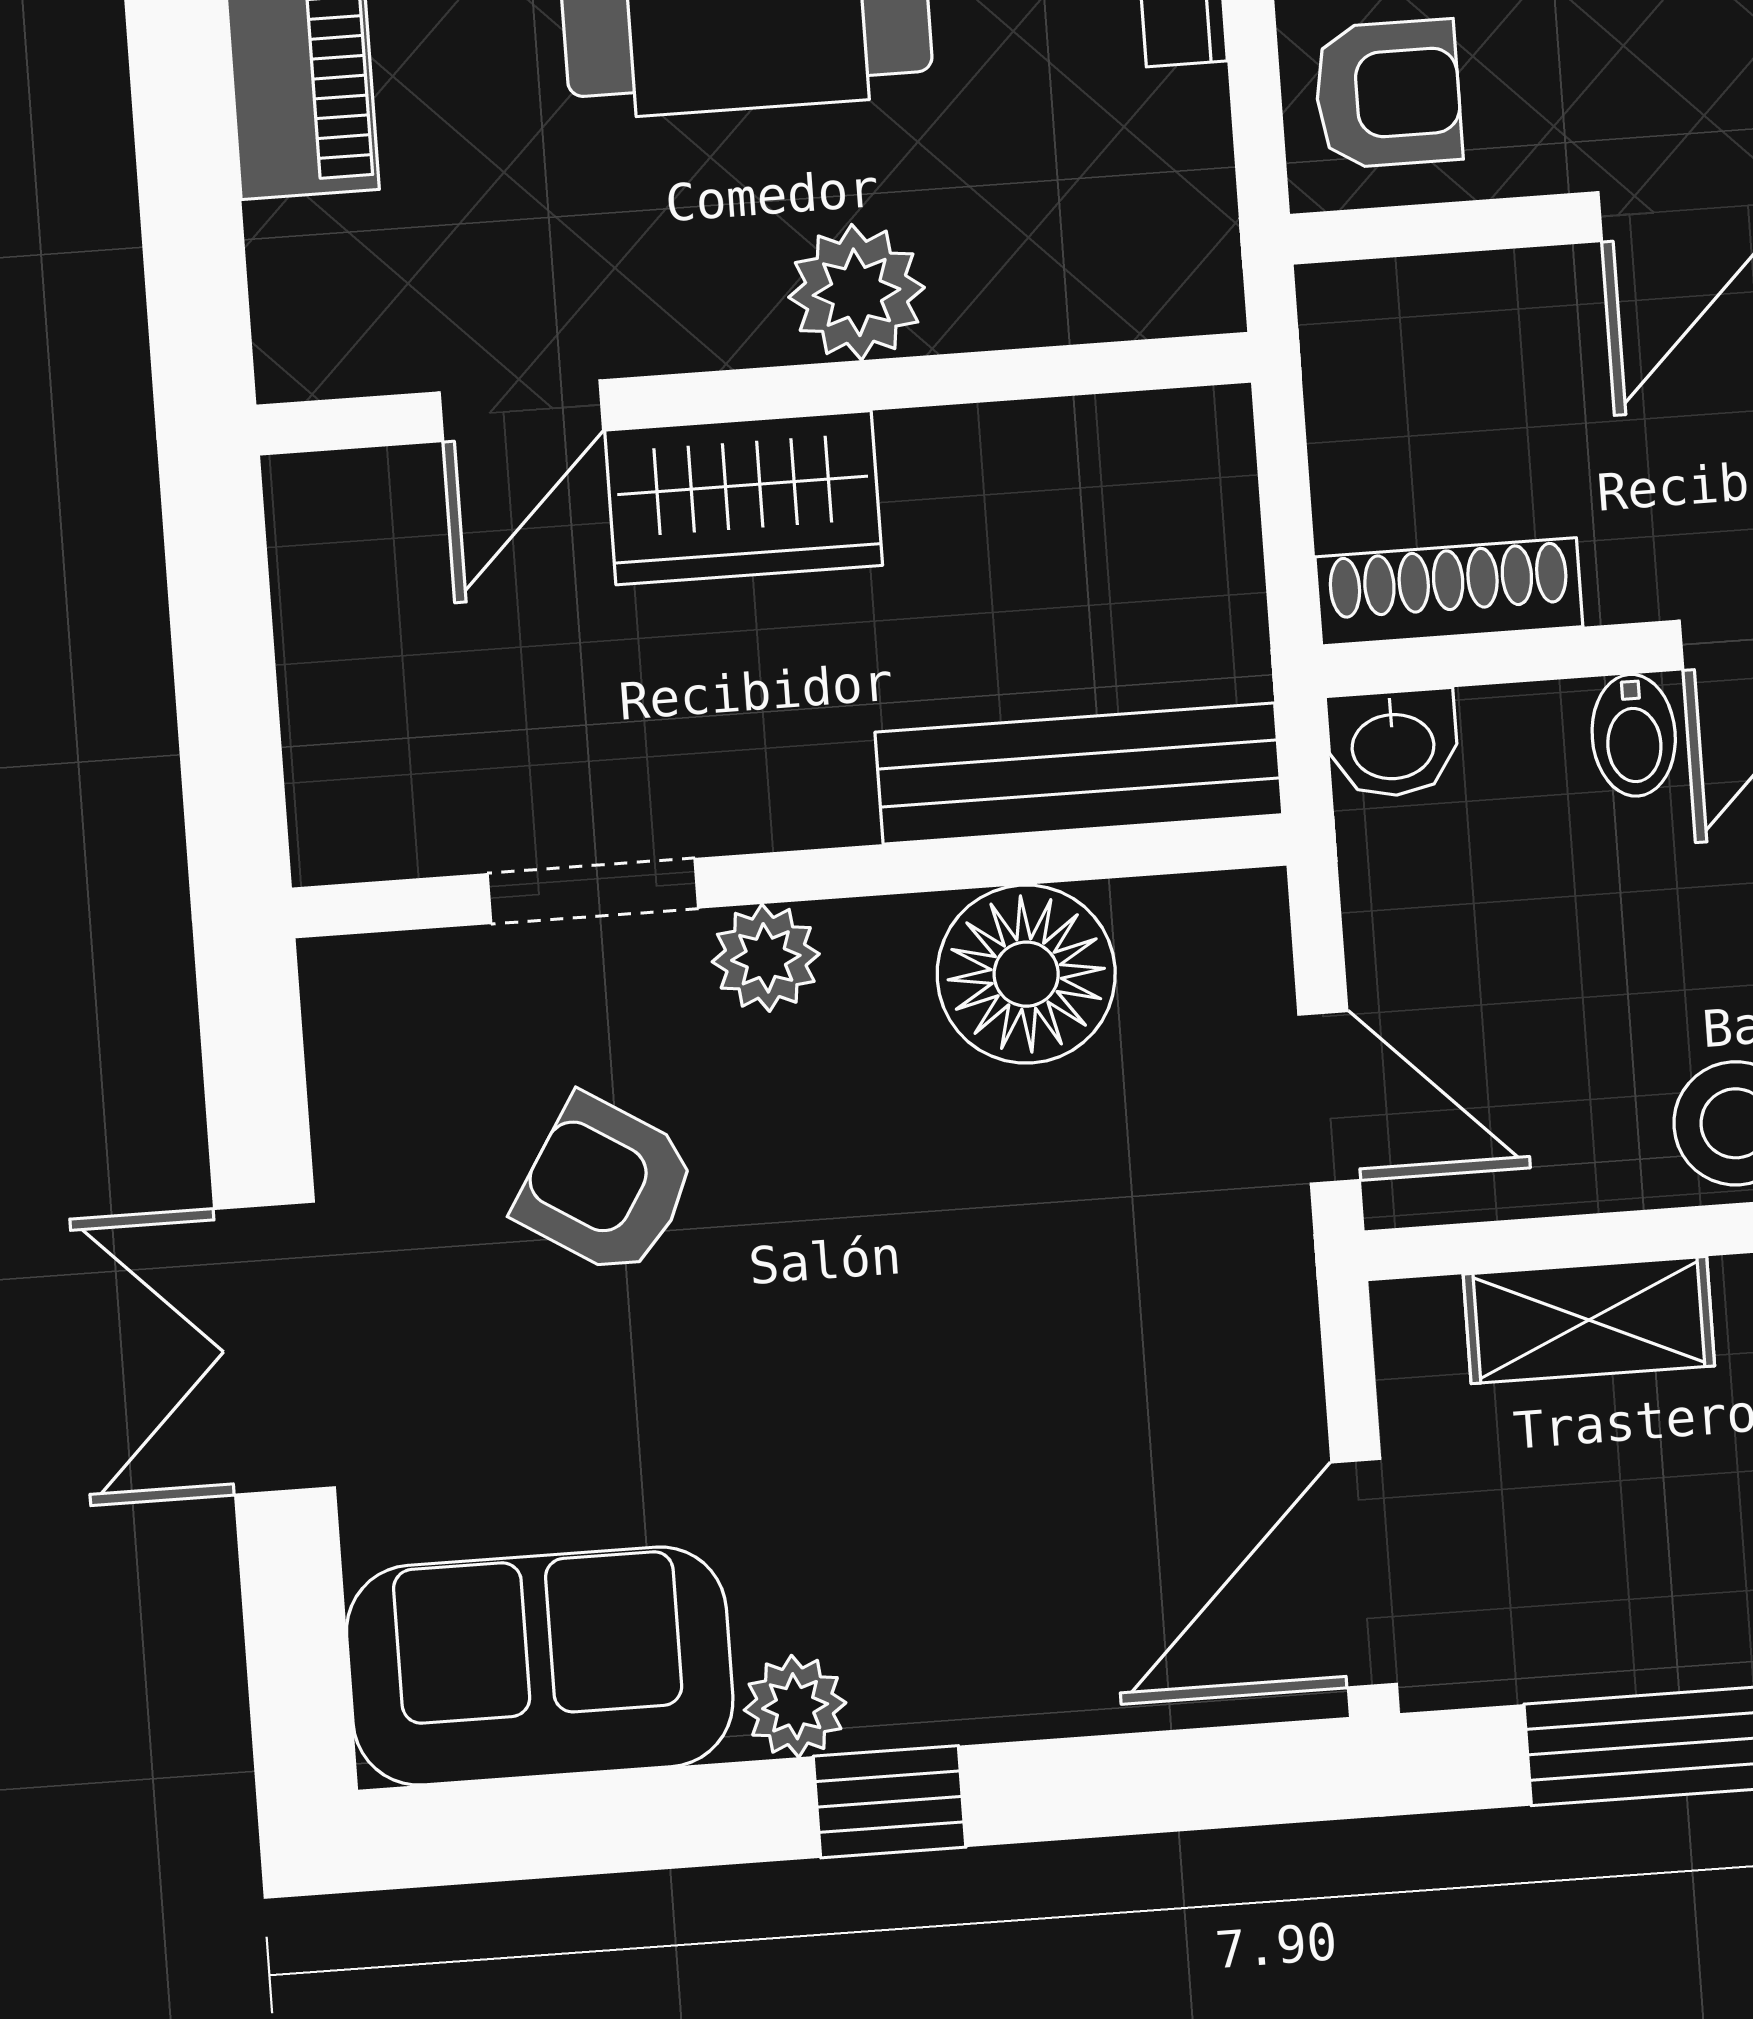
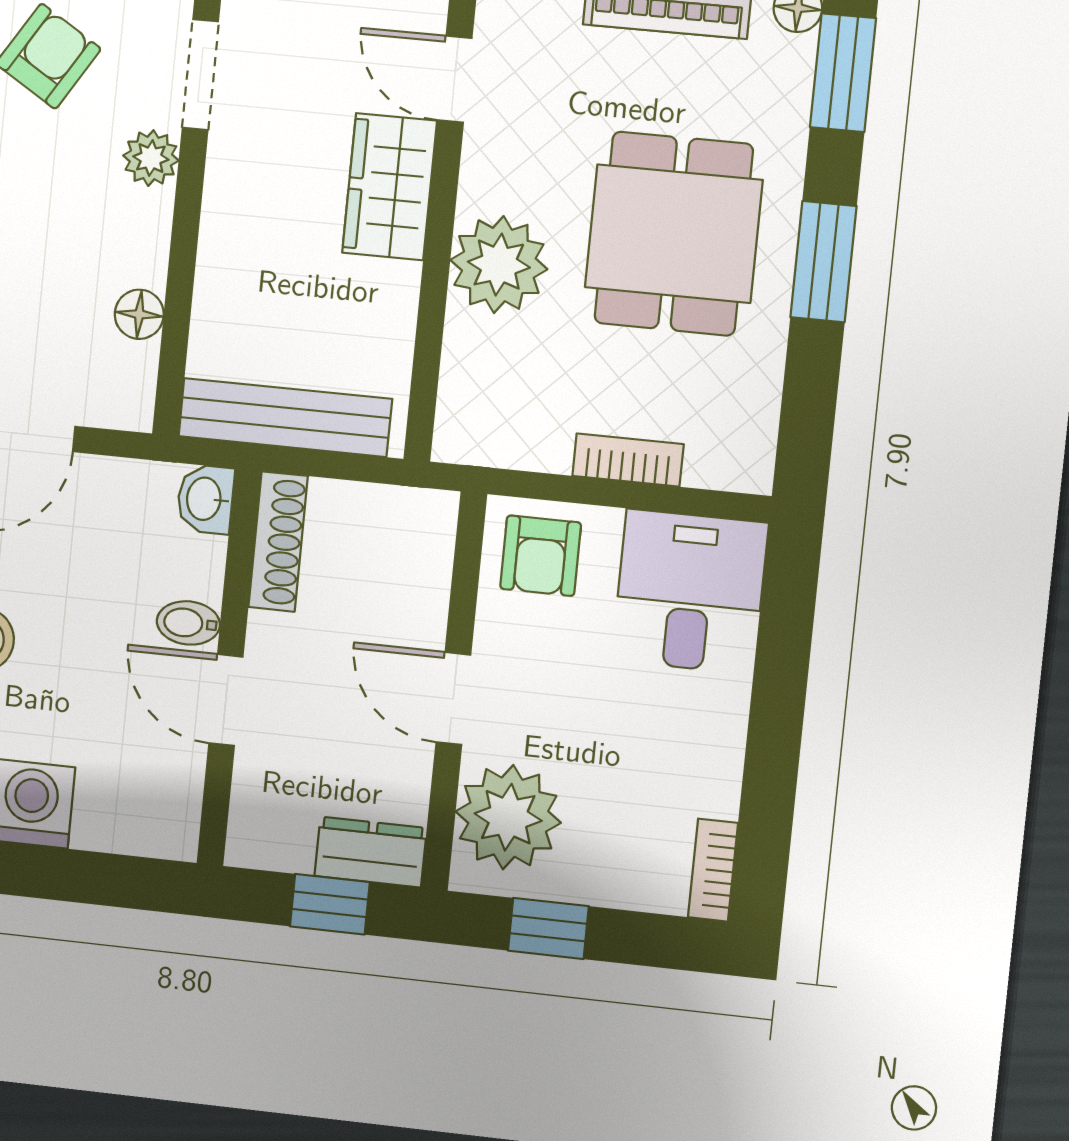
plant: (857, 292) -> (499, 265), width x1.36, depth x1.36
bench: (1079, 773) -> (285, 418), moved, turned 90
floor lamp: (1026, 974) -> (139, 314), width x0.53, depth x0.53

